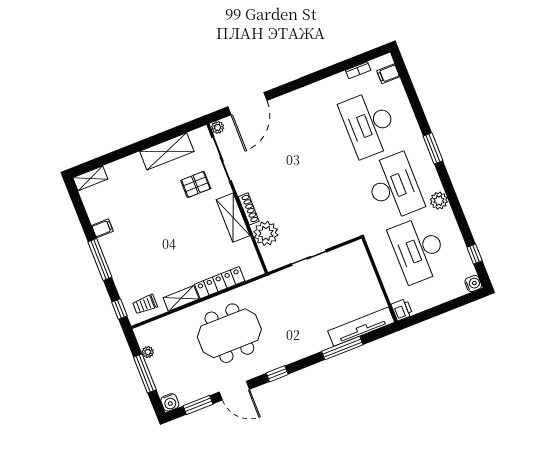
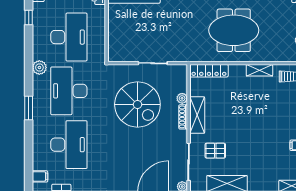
spiral stairs: (308, 202) -> (137, 104), added
plant: (266, 233) -> (182, 98), width x0.53, depth x0.53
locker: (220, 283) -> (209, 71), moved

